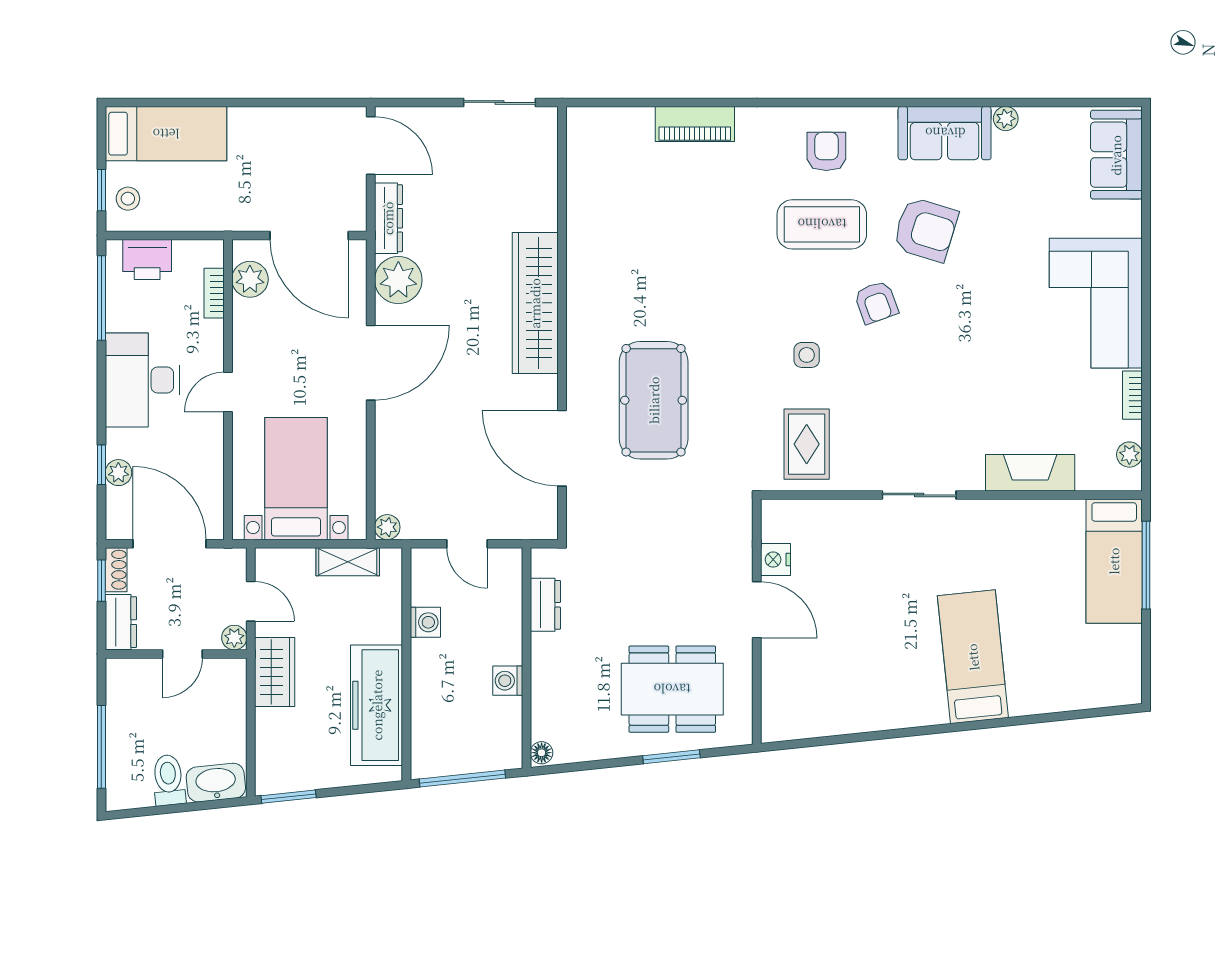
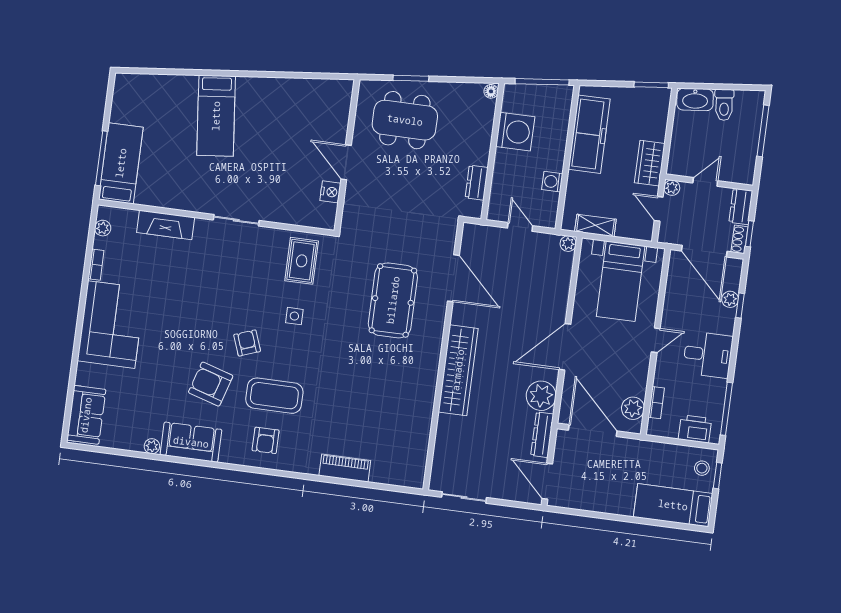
desk: (142, 380) -> (708, 355), width x0.73
washing machine: (508, 681) -> (515, 132), width x1.89, depth x1.89

